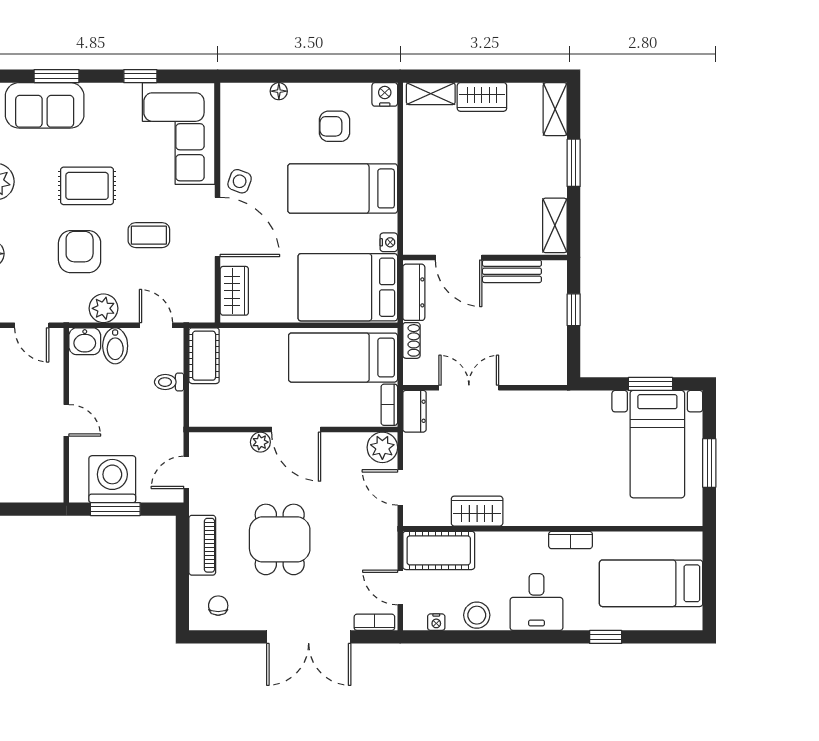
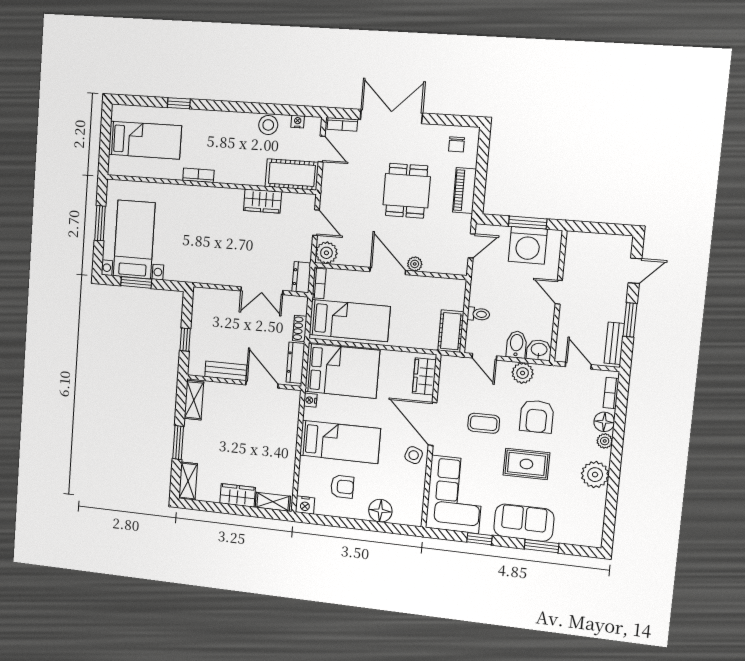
floor lamp: (279, 91) -> (380, 511), width x1.89, depth x1.89
sofa: (45, 105) -> (524, 523), moved
desk: (537, 602) -> (225, 132), removed

